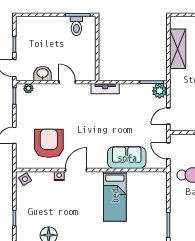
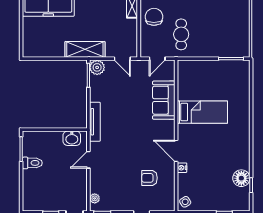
toilet: (76, 26) -> (32, 163), moved
shelving: (178, 49) -> (85, 49), moved
washbasin: (43, 73) -> (72, 138), moved, turned -90
tv unit: (105, 89) -> (95, 122), width x1.41
armchair: (49, 143) -> (150, 178), width x0.53, depth x0.53

